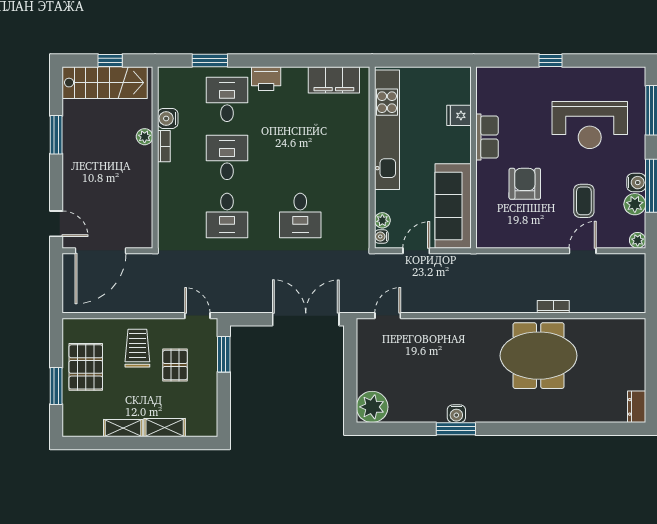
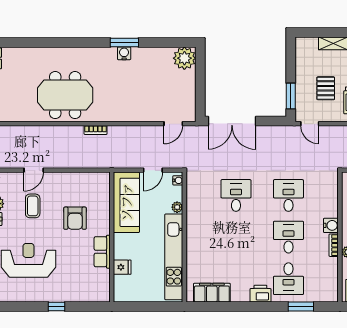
water cooler: (168, 118) -> (331, 225), moved
desk: (227, 157) -> (288, 237), turned 180
plant: (382, 220) -> (177, 207), moved
bookcase: (553, 307) -> (96, 130), moved

